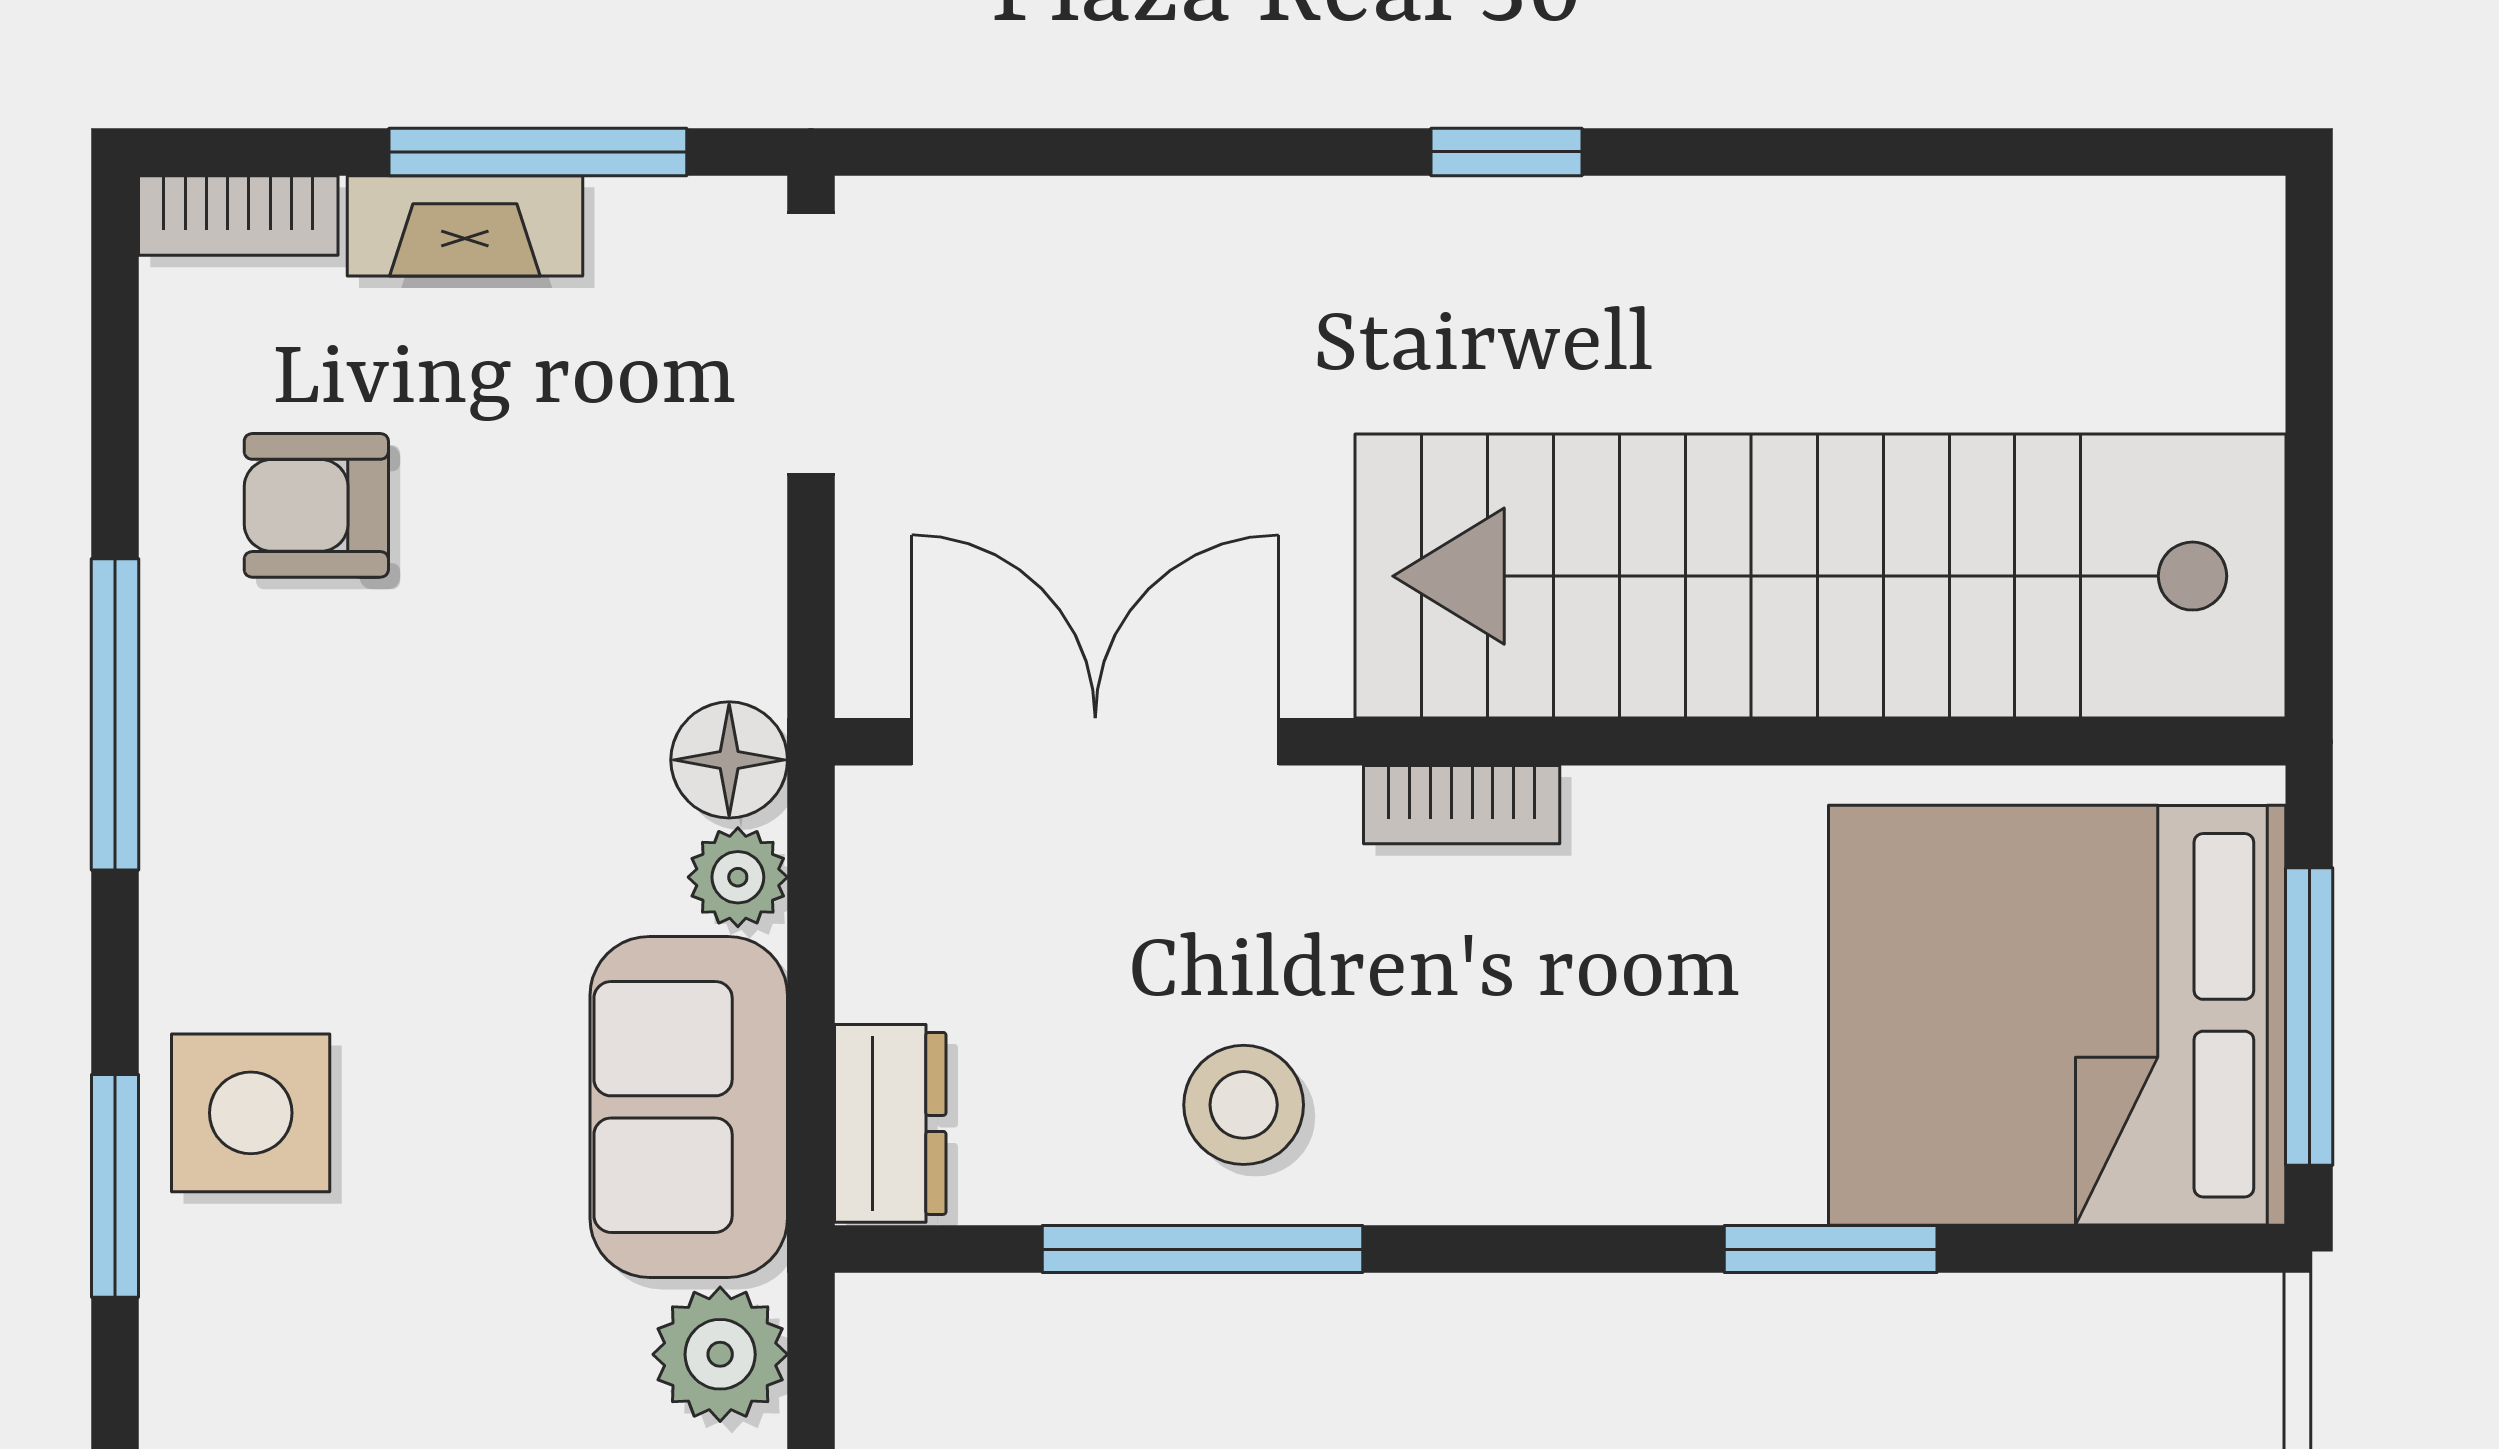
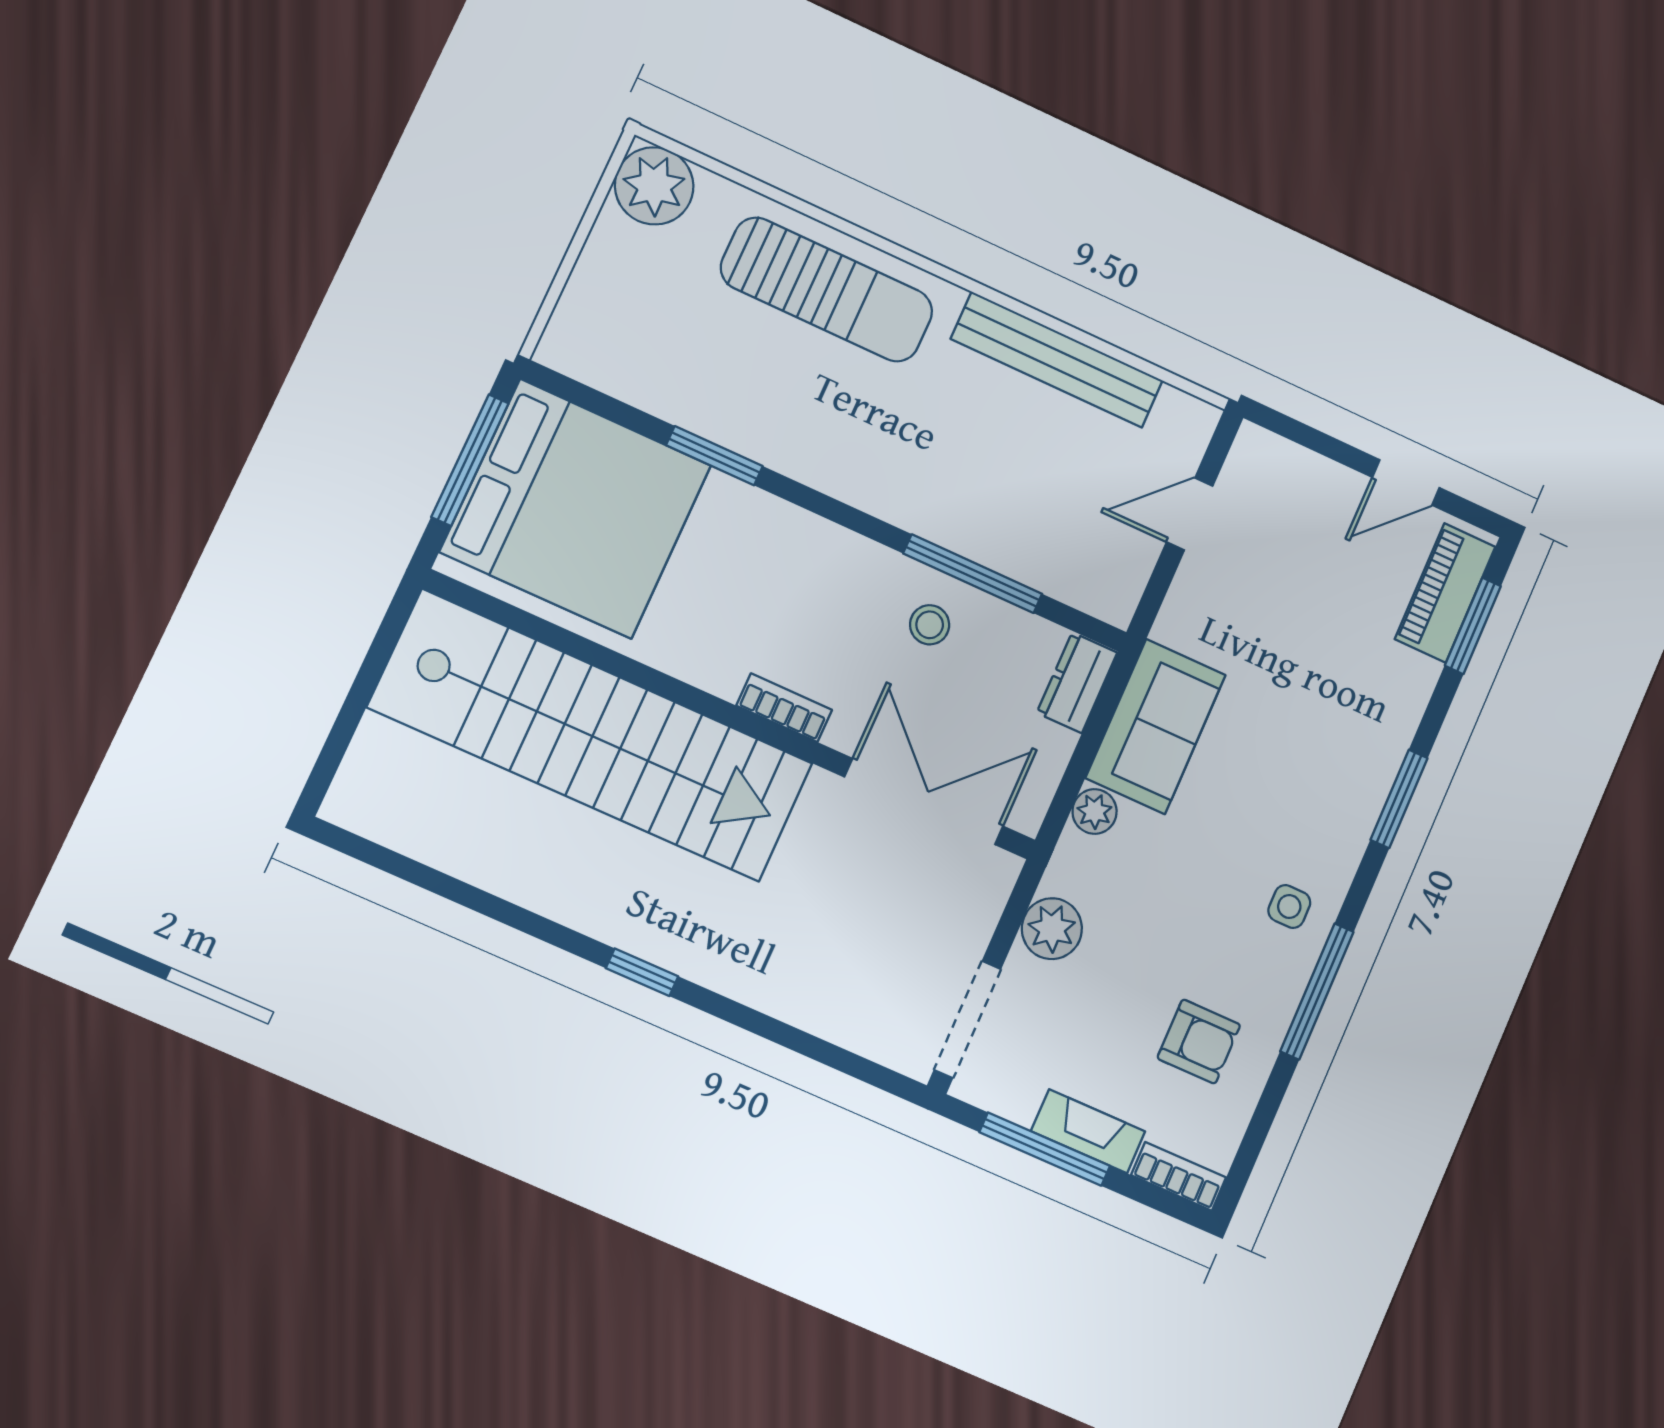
double door: (1095, 742) -> (924, 802), swing flipped
floor lamp: (729, 760) -> (1077, 861), removed
stool: (1244, 1105) -> (930, 625), width x0.73, depth x0.73
side table: (251, 1113) -> (1289, 907), moved, width x0.54, depth x0.54
plant: (720, 1354) -> (1052, 929), moved

